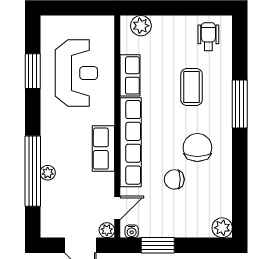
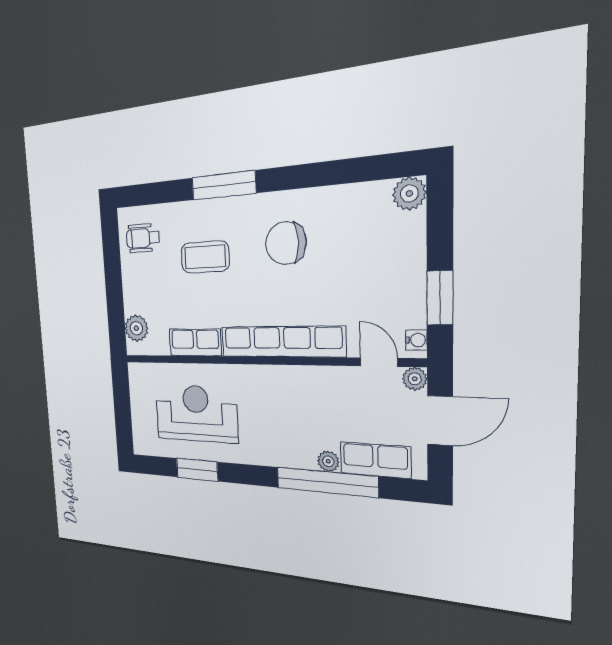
row of seats: (103, 149) -> (375, 460), moved, turned 180
chair: (174, 179) -> (333, 276), removed

